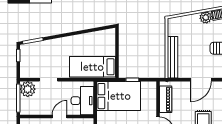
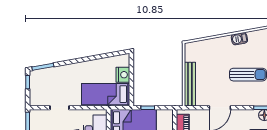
plant: (206, 17) -> (225, 42), removed
nightstand: (109, 48) -> (123, 75), added
plant: (28, 89) -> (37, 118), removed

